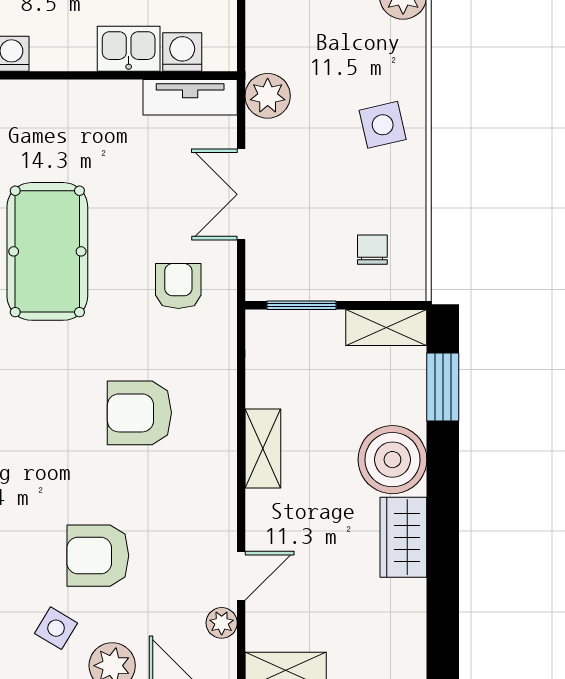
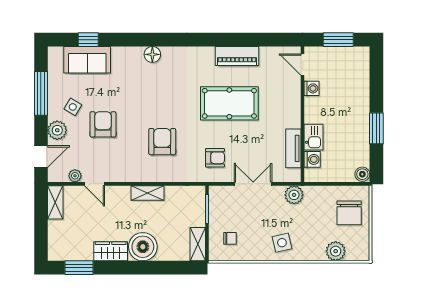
tv unit: (190, 97) -> (293, 148), moved
window: (443, 387) -> (79, 268), moved

